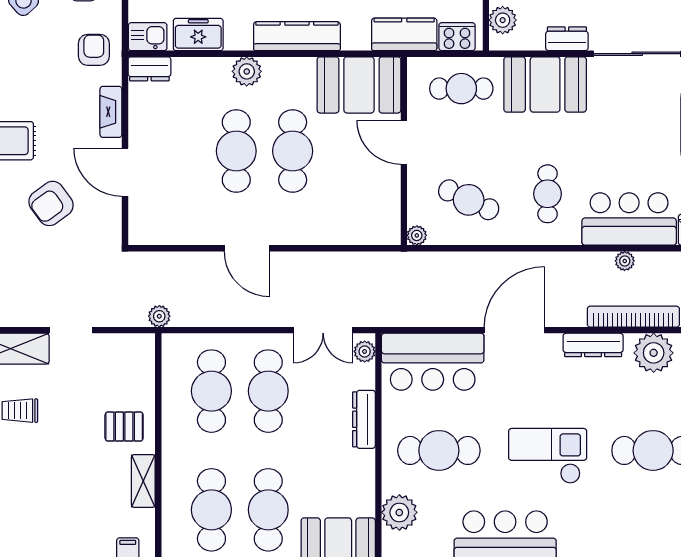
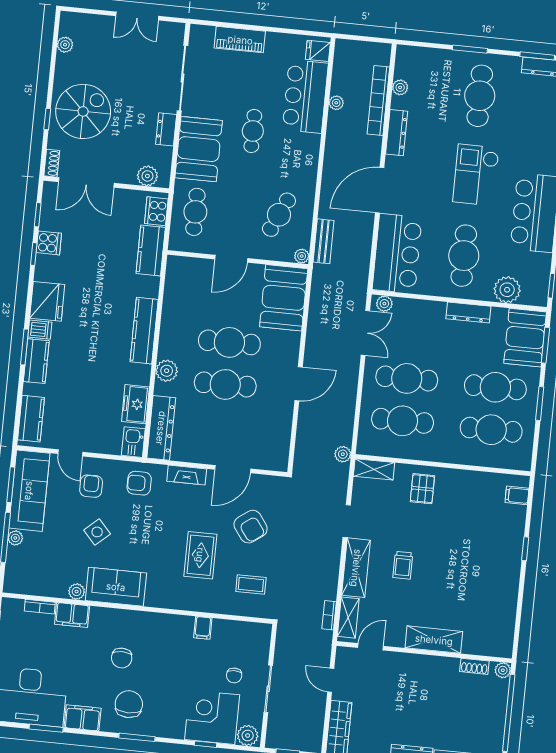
dresser: (149, 69) -> (161, 428), width x1.96, depth x1.24
booth: (359, 85) -> (284, 298), moved
cafe table: (548, 194) -> (253, 131), moved, turned 90
bench: (439, 262) -> (324, 241), added
door: (514, 330) -> (380, 190), hinge flipped
plant: (654, 353) -> (400, 87), width x0.53, depth x0.53
dresser: (364, 419) -> (468, 313), moved
shelving: (143, 481) -> (374, 469), moved

